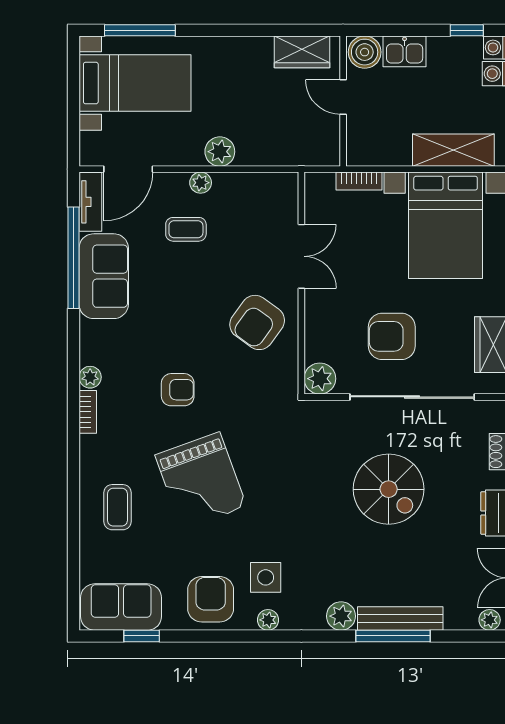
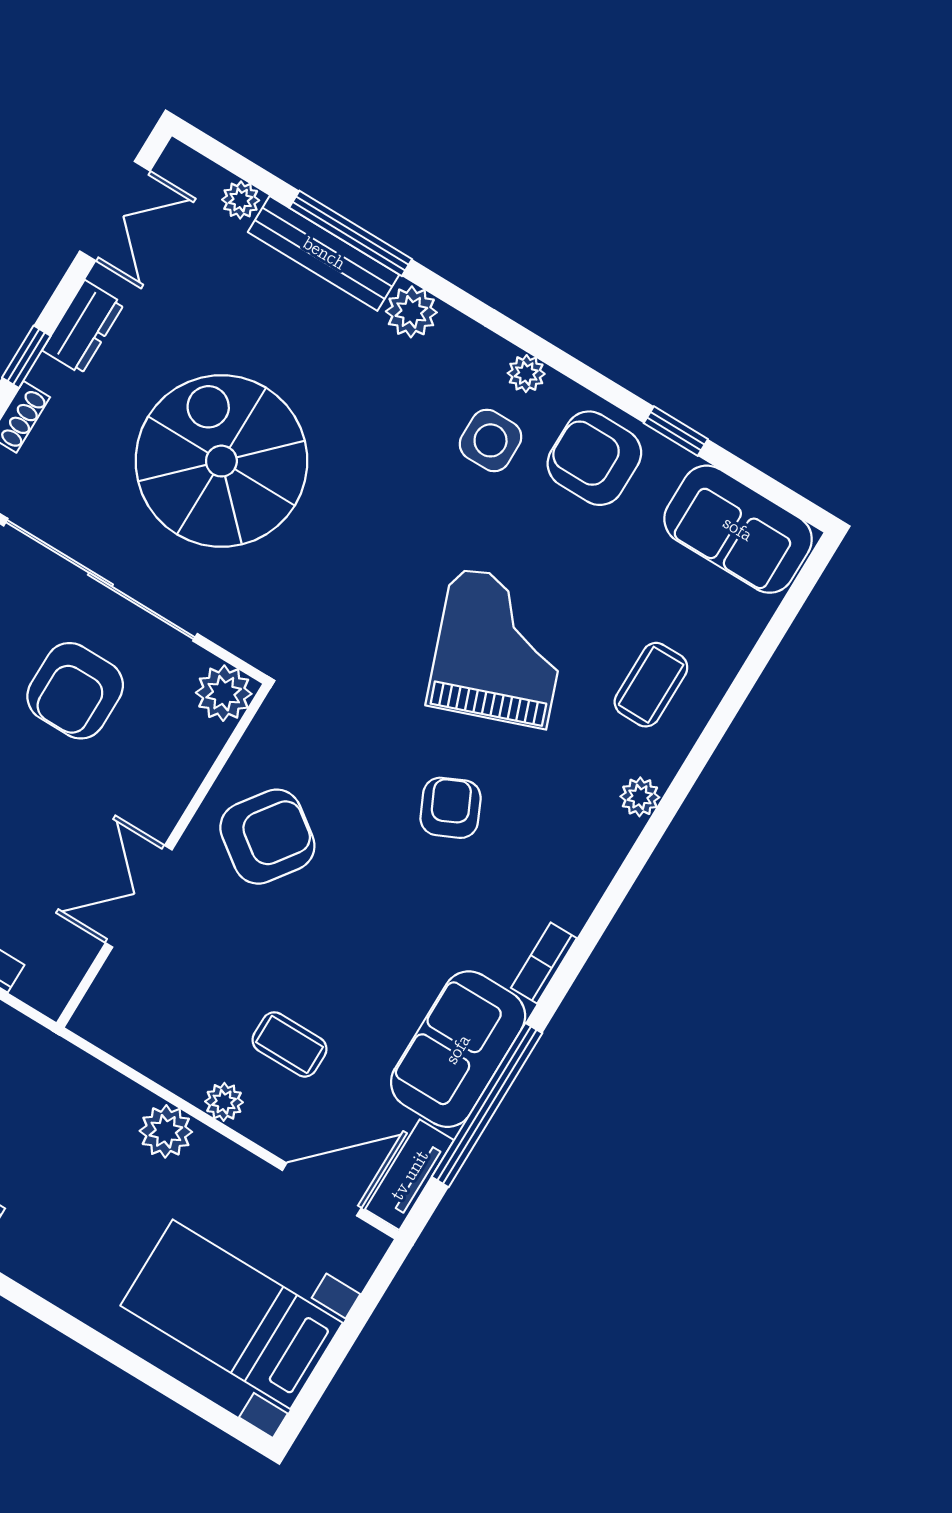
window: (140, 30) -> (175, 1390), removed
armchair: (392, 336) -> (75, 691), turned 90
plant: (90, 377) -> (640, 797), moved
armchair: (178, 390) -> (451, 808), turned 65
bookcase: (88, 412) -> (544, 963), moved
spiral stairs: (389, 489) -> (221, 461), width x1.37, depth x1.37
armchair: (211, 599) -> (594, 458), turned 90
plant: (490, 620) -> (241, 200), moved
window: (142, 636) -> (676, 431), moved

